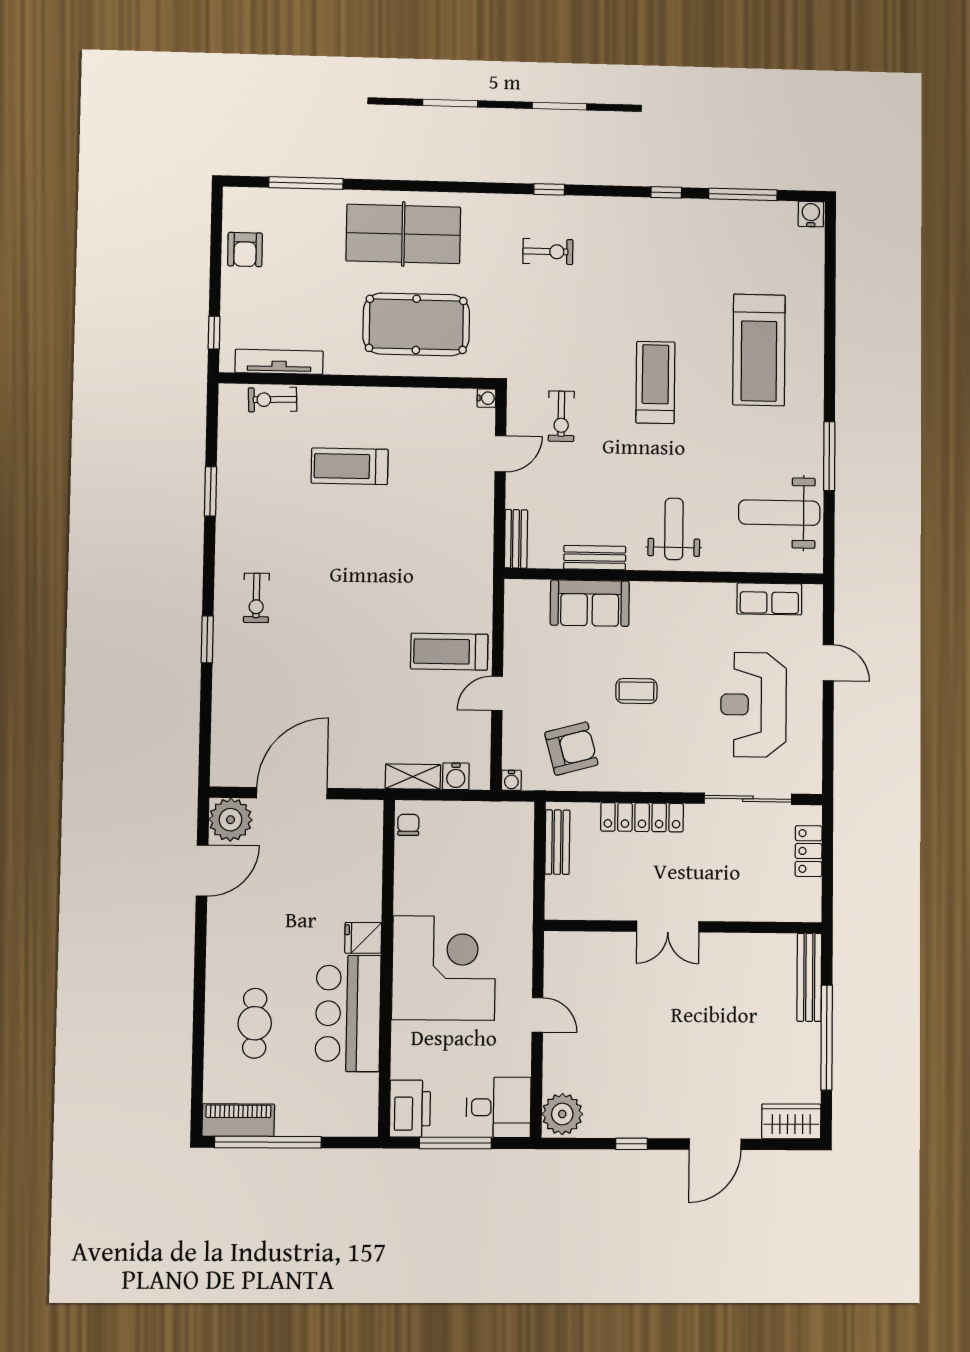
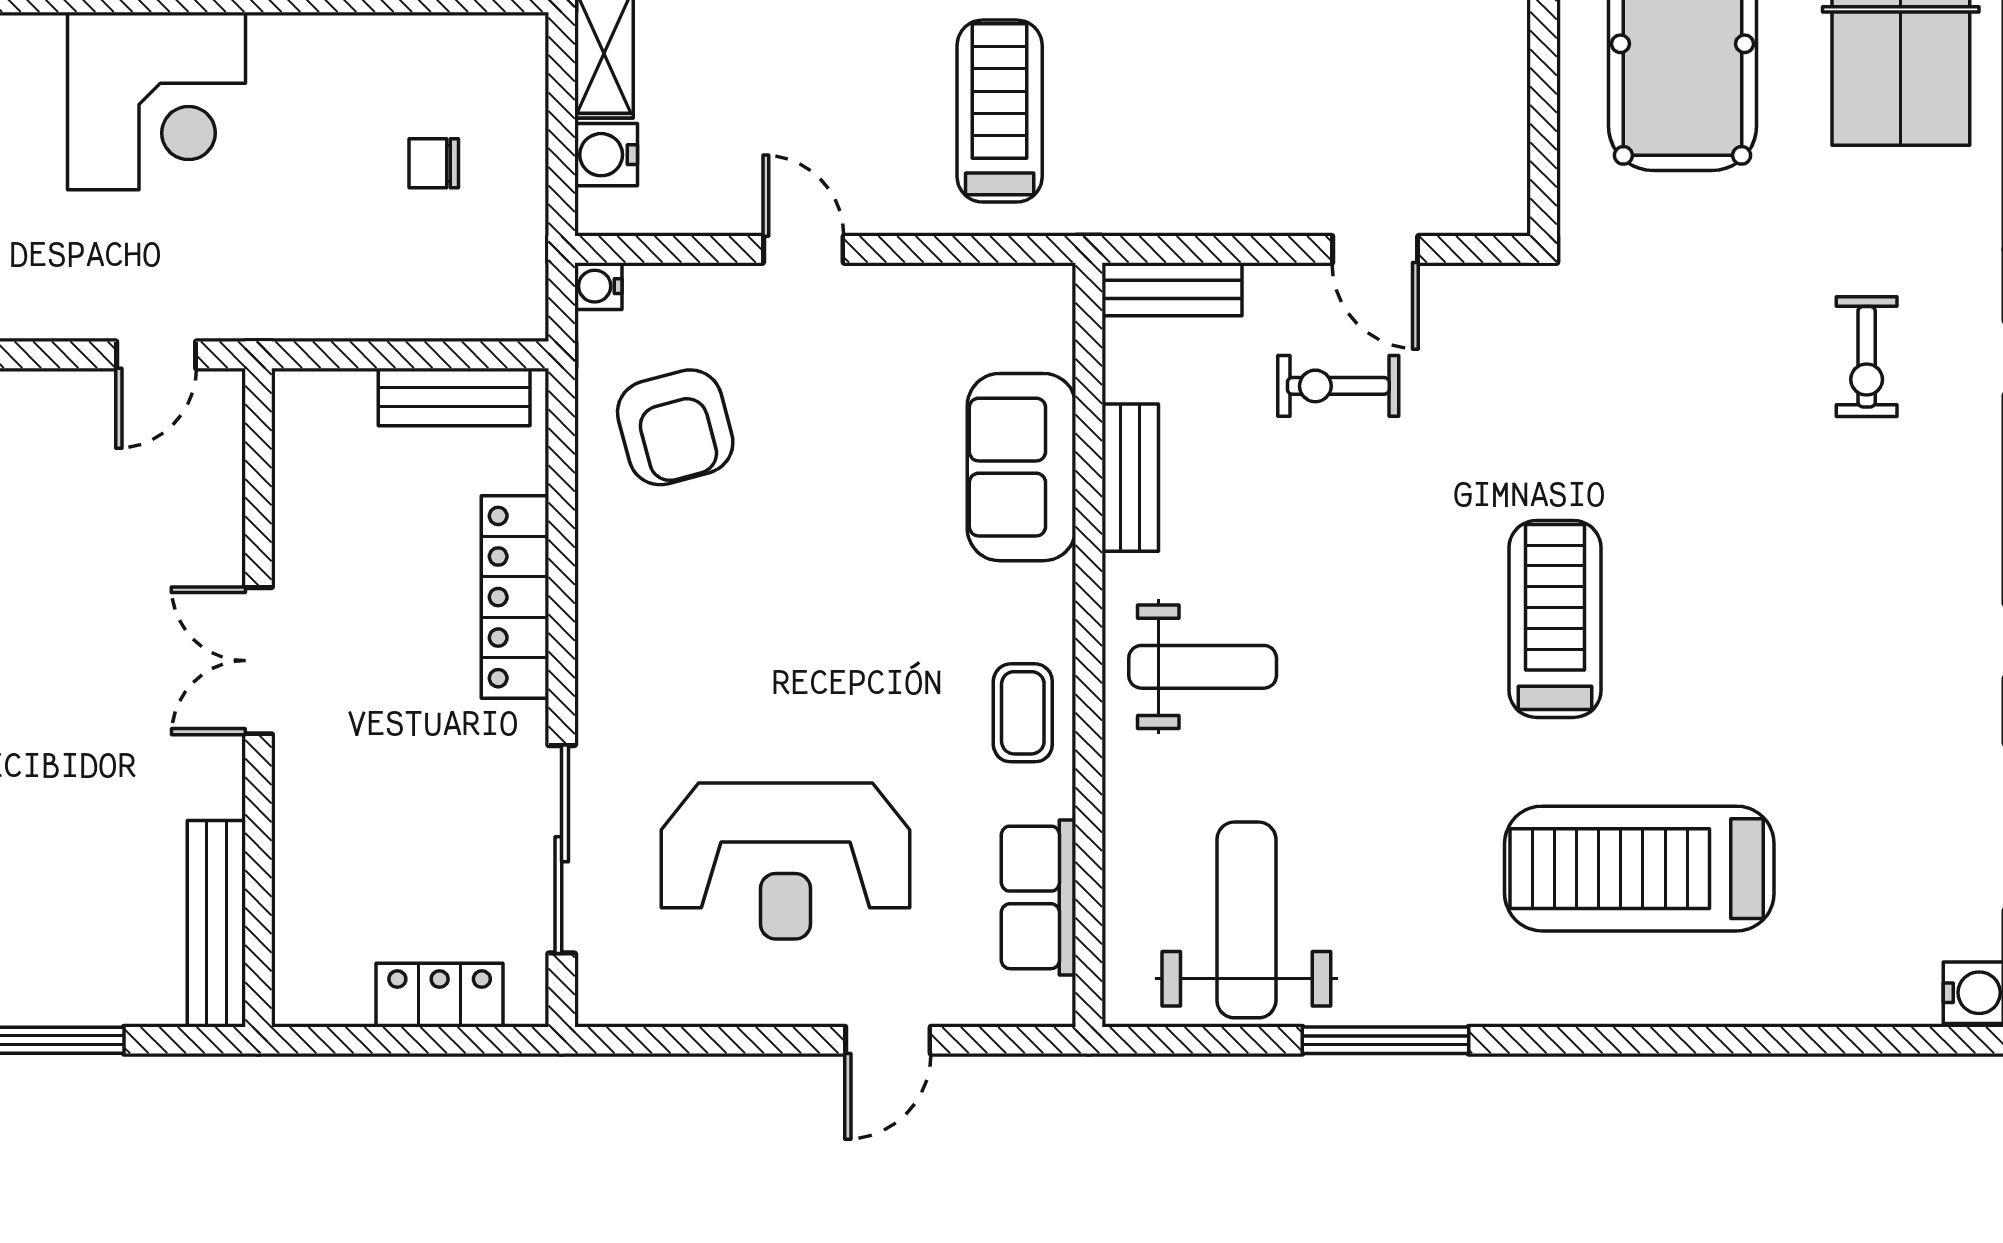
treadmill: (655, 382) -> (1555, 619), turned -90
water cooler: (486, 398) -> (1508, 214), removed
exercise bike: (561, 416) -> (1338, 386), moved
treadmill: (449, 652) -> (1000, 111), moved
coffee table: (636, 691) -> (1023, 713), moved
reception desk: (753, 705) -> (785, 861), turned 180
chair: (408, 825) -> (434, 163), moved, turned 180
corner desk: (444, 968) -> (157, 101), width x0.74, depth x0.74
bench: (809, 977) -> (216, 924), moved, turned 90
door: (537, 1015) -> (156, 355), moved

